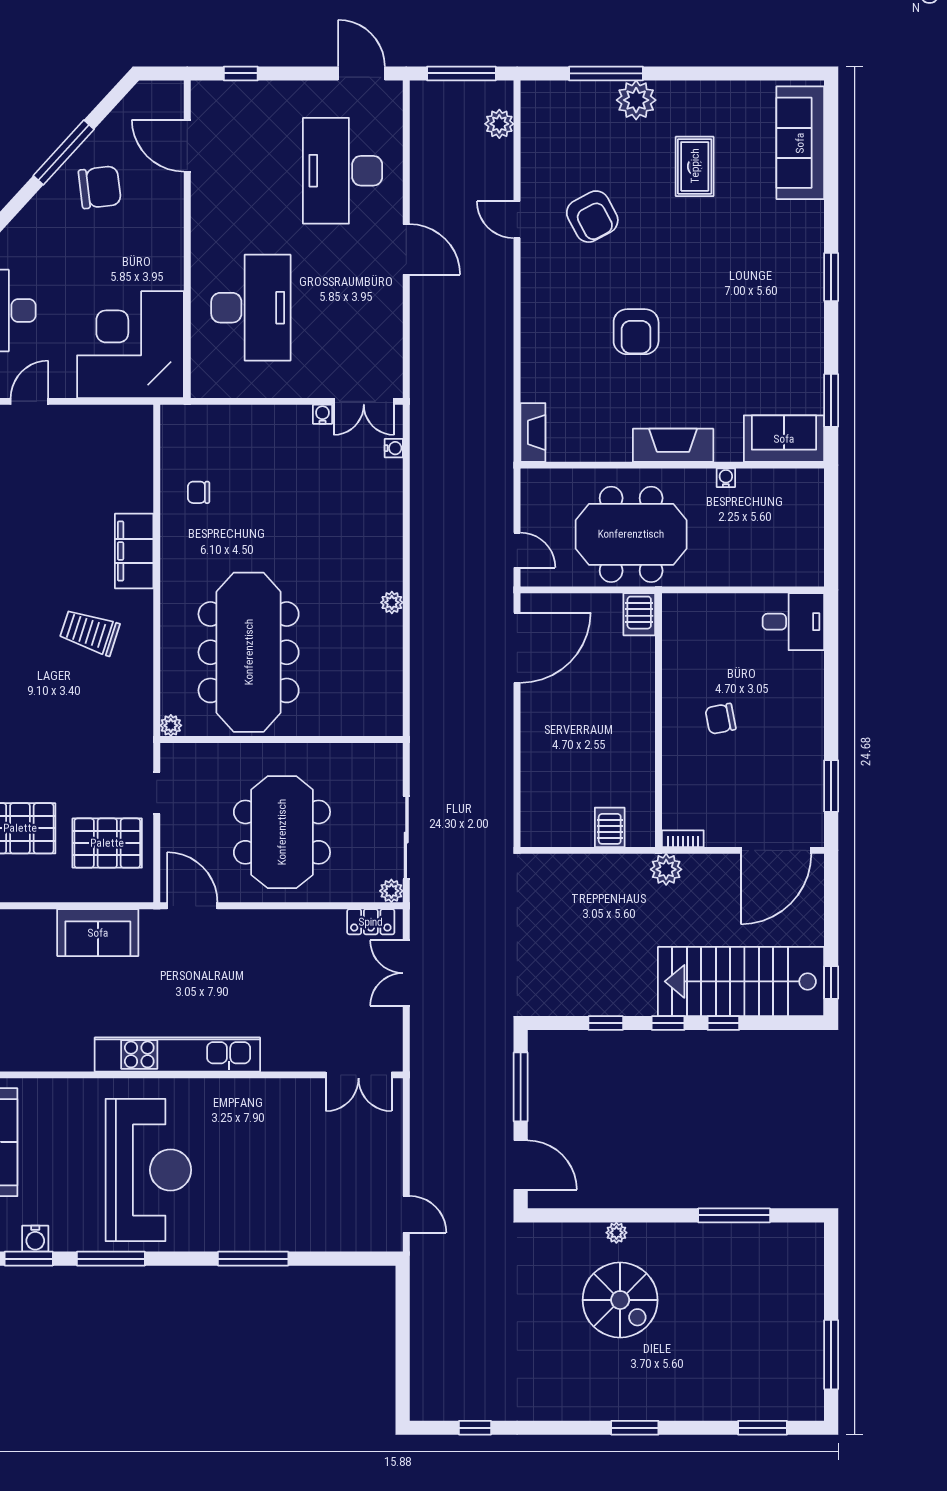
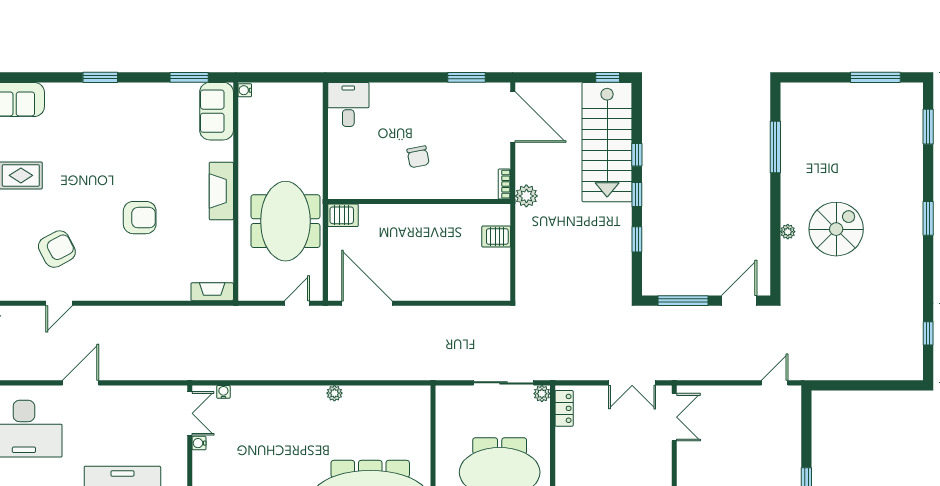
water cooler: (726, 478) -> (245, 90), moved
double door: (406, 973) -> (632, 383), moved

